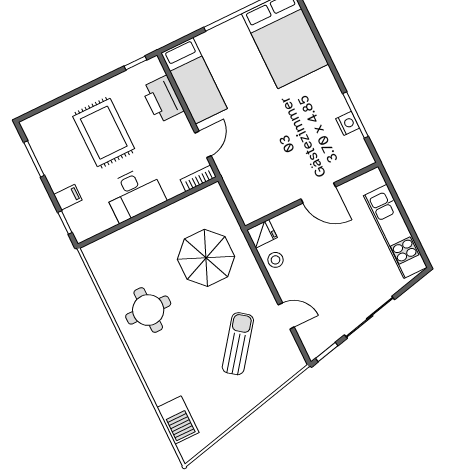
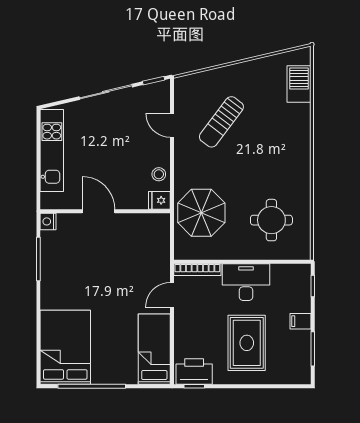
printer: (163, 99) -> (194, 372), moved, turned -90
nightstand: (348, 123) -> (48, 221), moved
bookcase: (198, 178) -> (197, 270), width x1.56
filing cabinet: (68, 197) -> (301, 321), moved
parasol: (206, 258) -> (201, 213), moved
round table: (148, 310) -> (271, 220), moved

